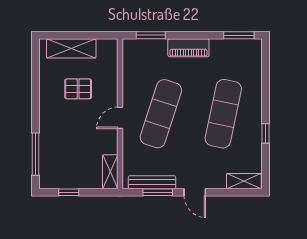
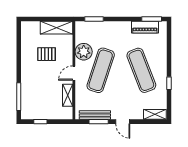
shelving: (71, 48) -> (57, 28), moved
piano: (188, 48) -> (145, 27), moved
plant: (135, 85) -> (84, 52), added
exercise mat: (223, 114) -> (141, 70), turned -33
shelving: (110, 172) -> (68, 95), moved

